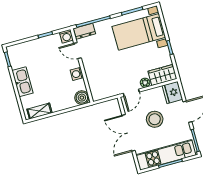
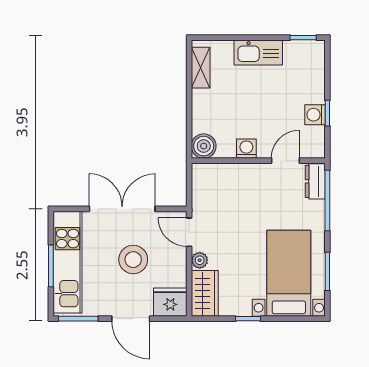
washing machine: (66, 36) -> (315, 115), moved

